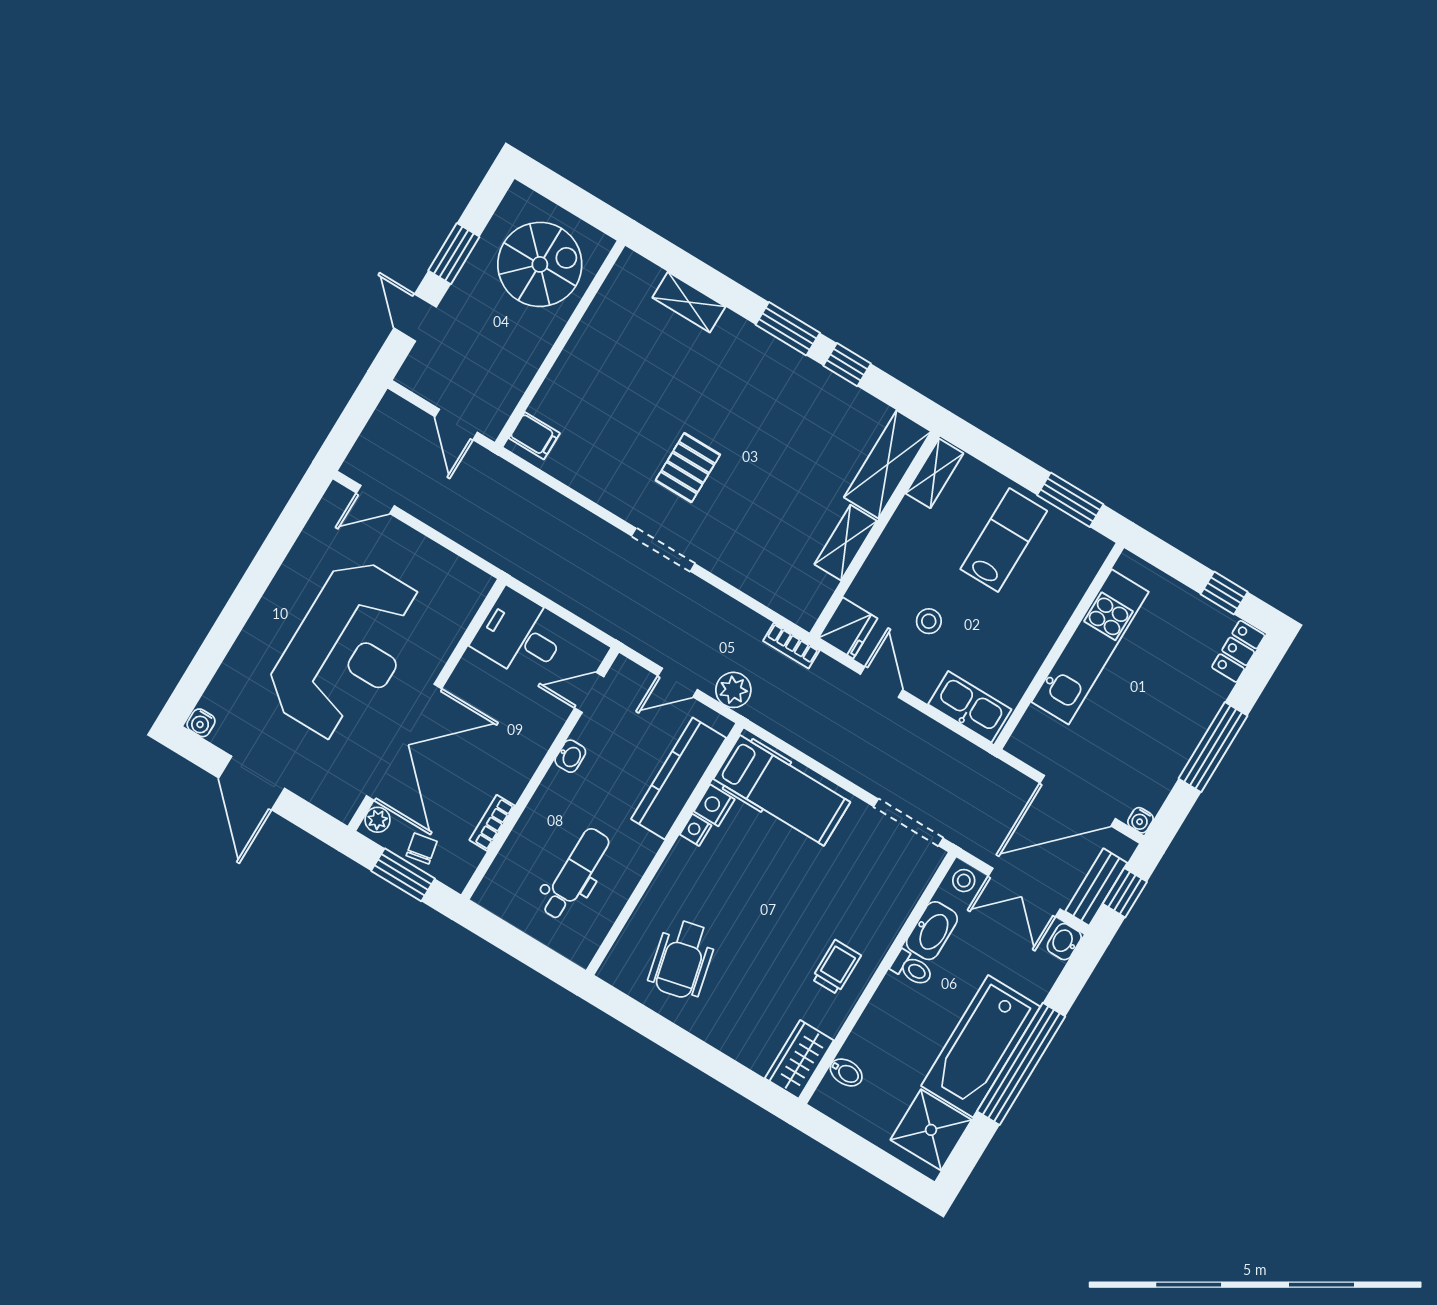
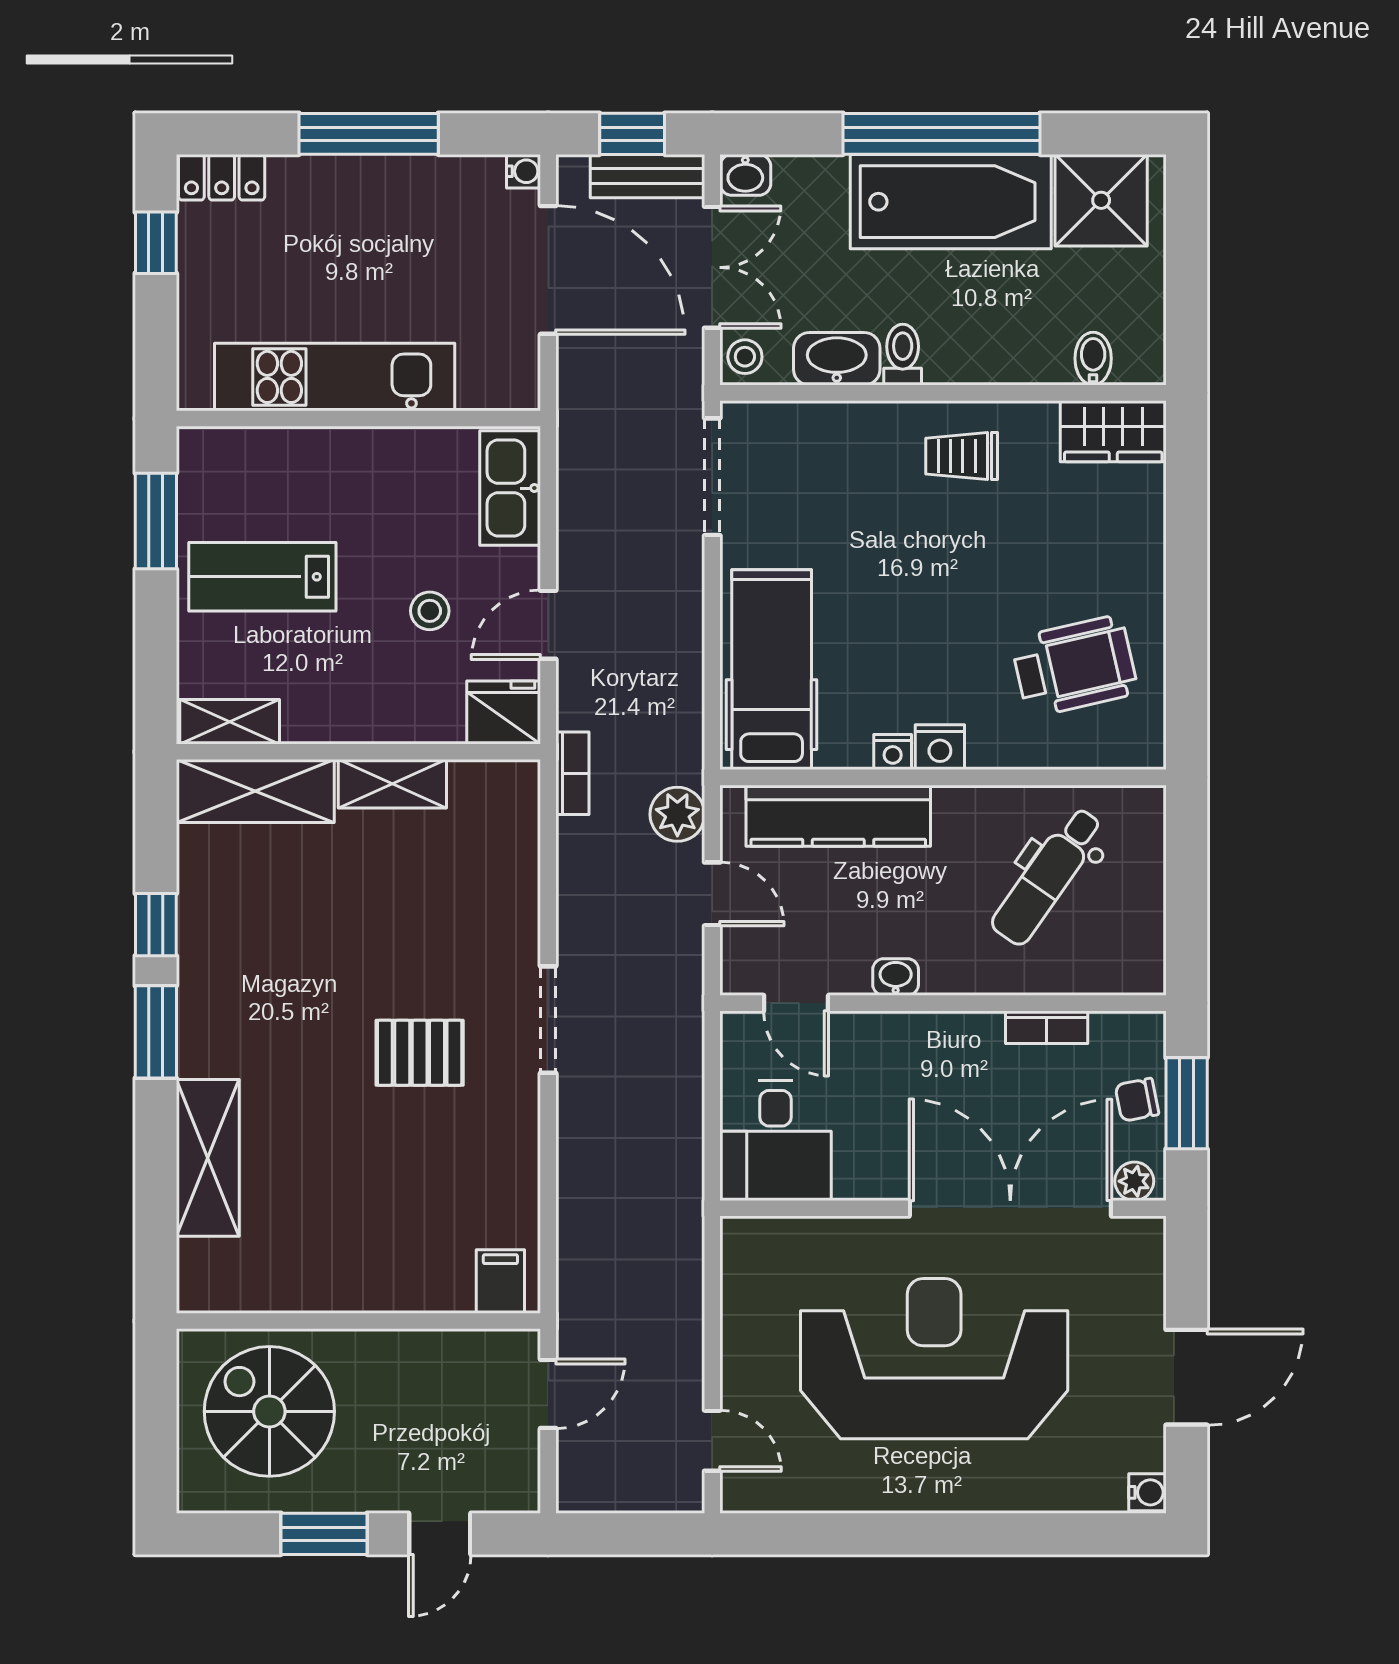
shelving: (689, 302) -> (208, 1158), width x1.50, depth x1.33
nightstand: (714, 805) -> (940, 747), moved
dental chair: (575, 874) -> (1047, 876), turned -55

